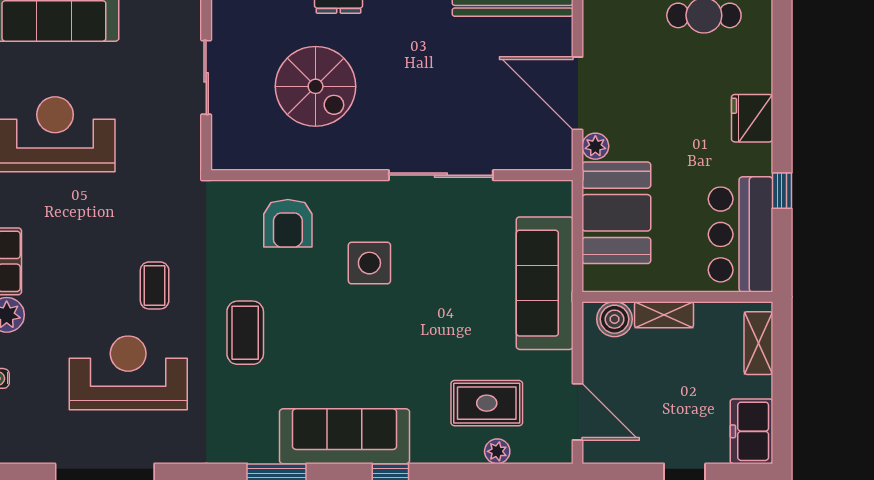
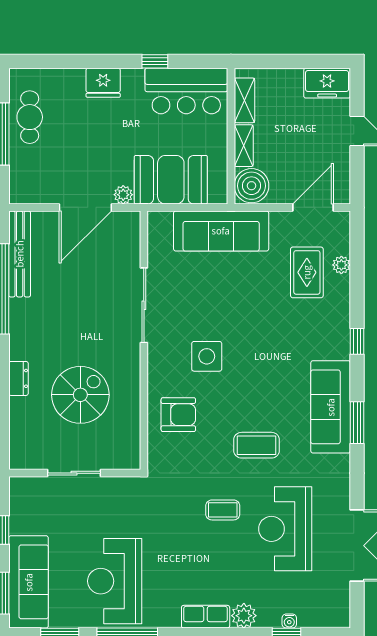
boiler: (614, 319) -> (251, 186), width x1.37, depth x1.37
shelving: (758, 343) -> (244, 100), moved, turned 90
sofa: (345, 436) -> (331, 407), moved

